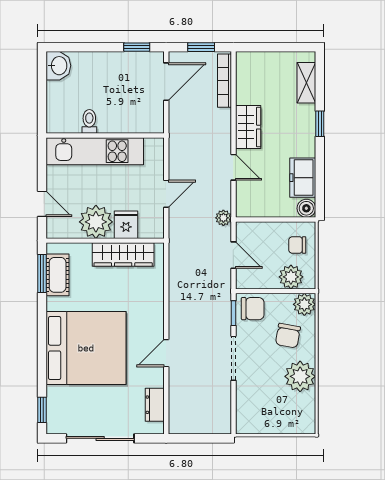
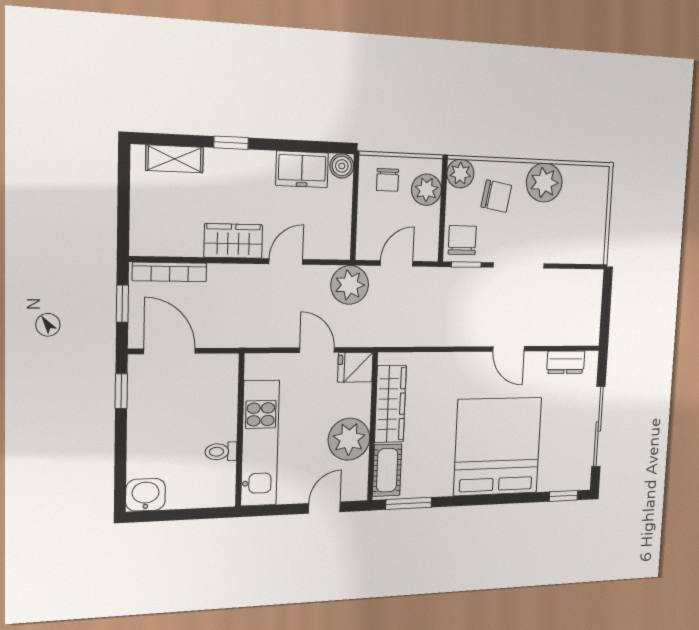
plant: (223, 218) -> (350, 285), width x1.88, depth x1.88
fridge: (126, 225) -> (355, 367), moved
cot: (58, 275) -> (387, 470), moved, turned 90

